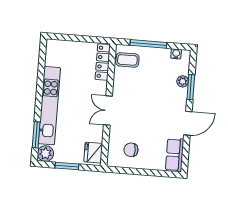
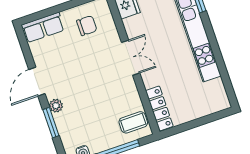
plant: (183, 81) -> (56, 106), moved
row of seats: (175, 155) -> (43, 27), moved, turned 90

